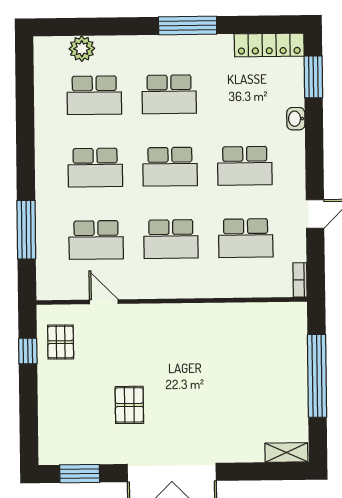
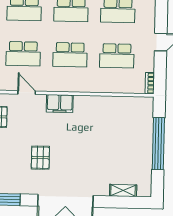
filing cabinet: (157, 317) -> (60, 104), added
shelving: (286, 452) -> (123, 190), moved

